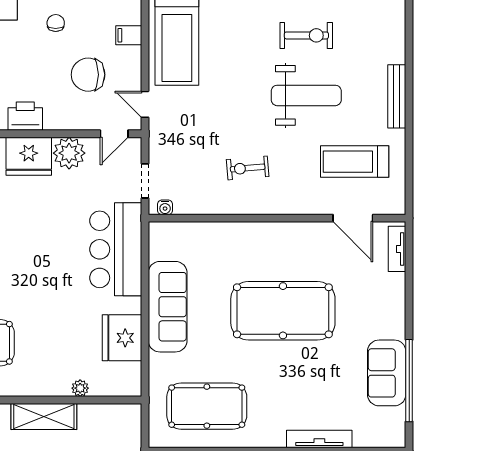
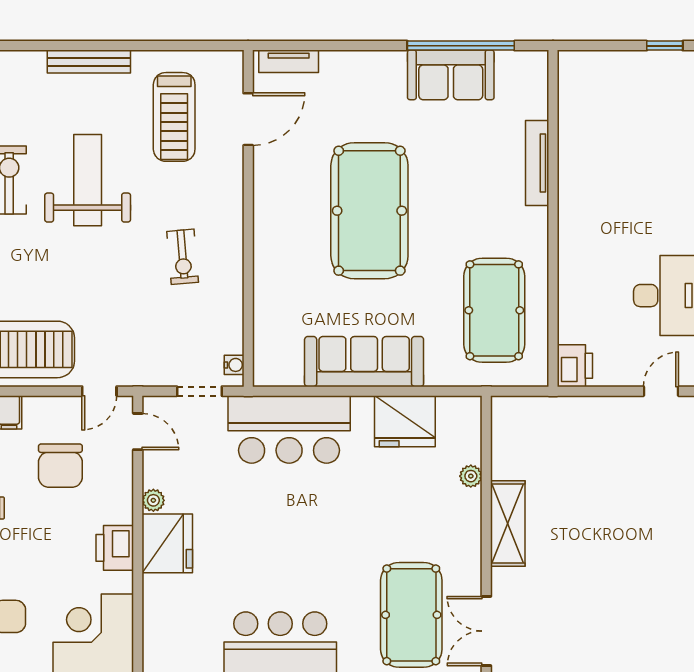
plant: (69, 153) -> (153, 500), width x0.53, depth x0.53

